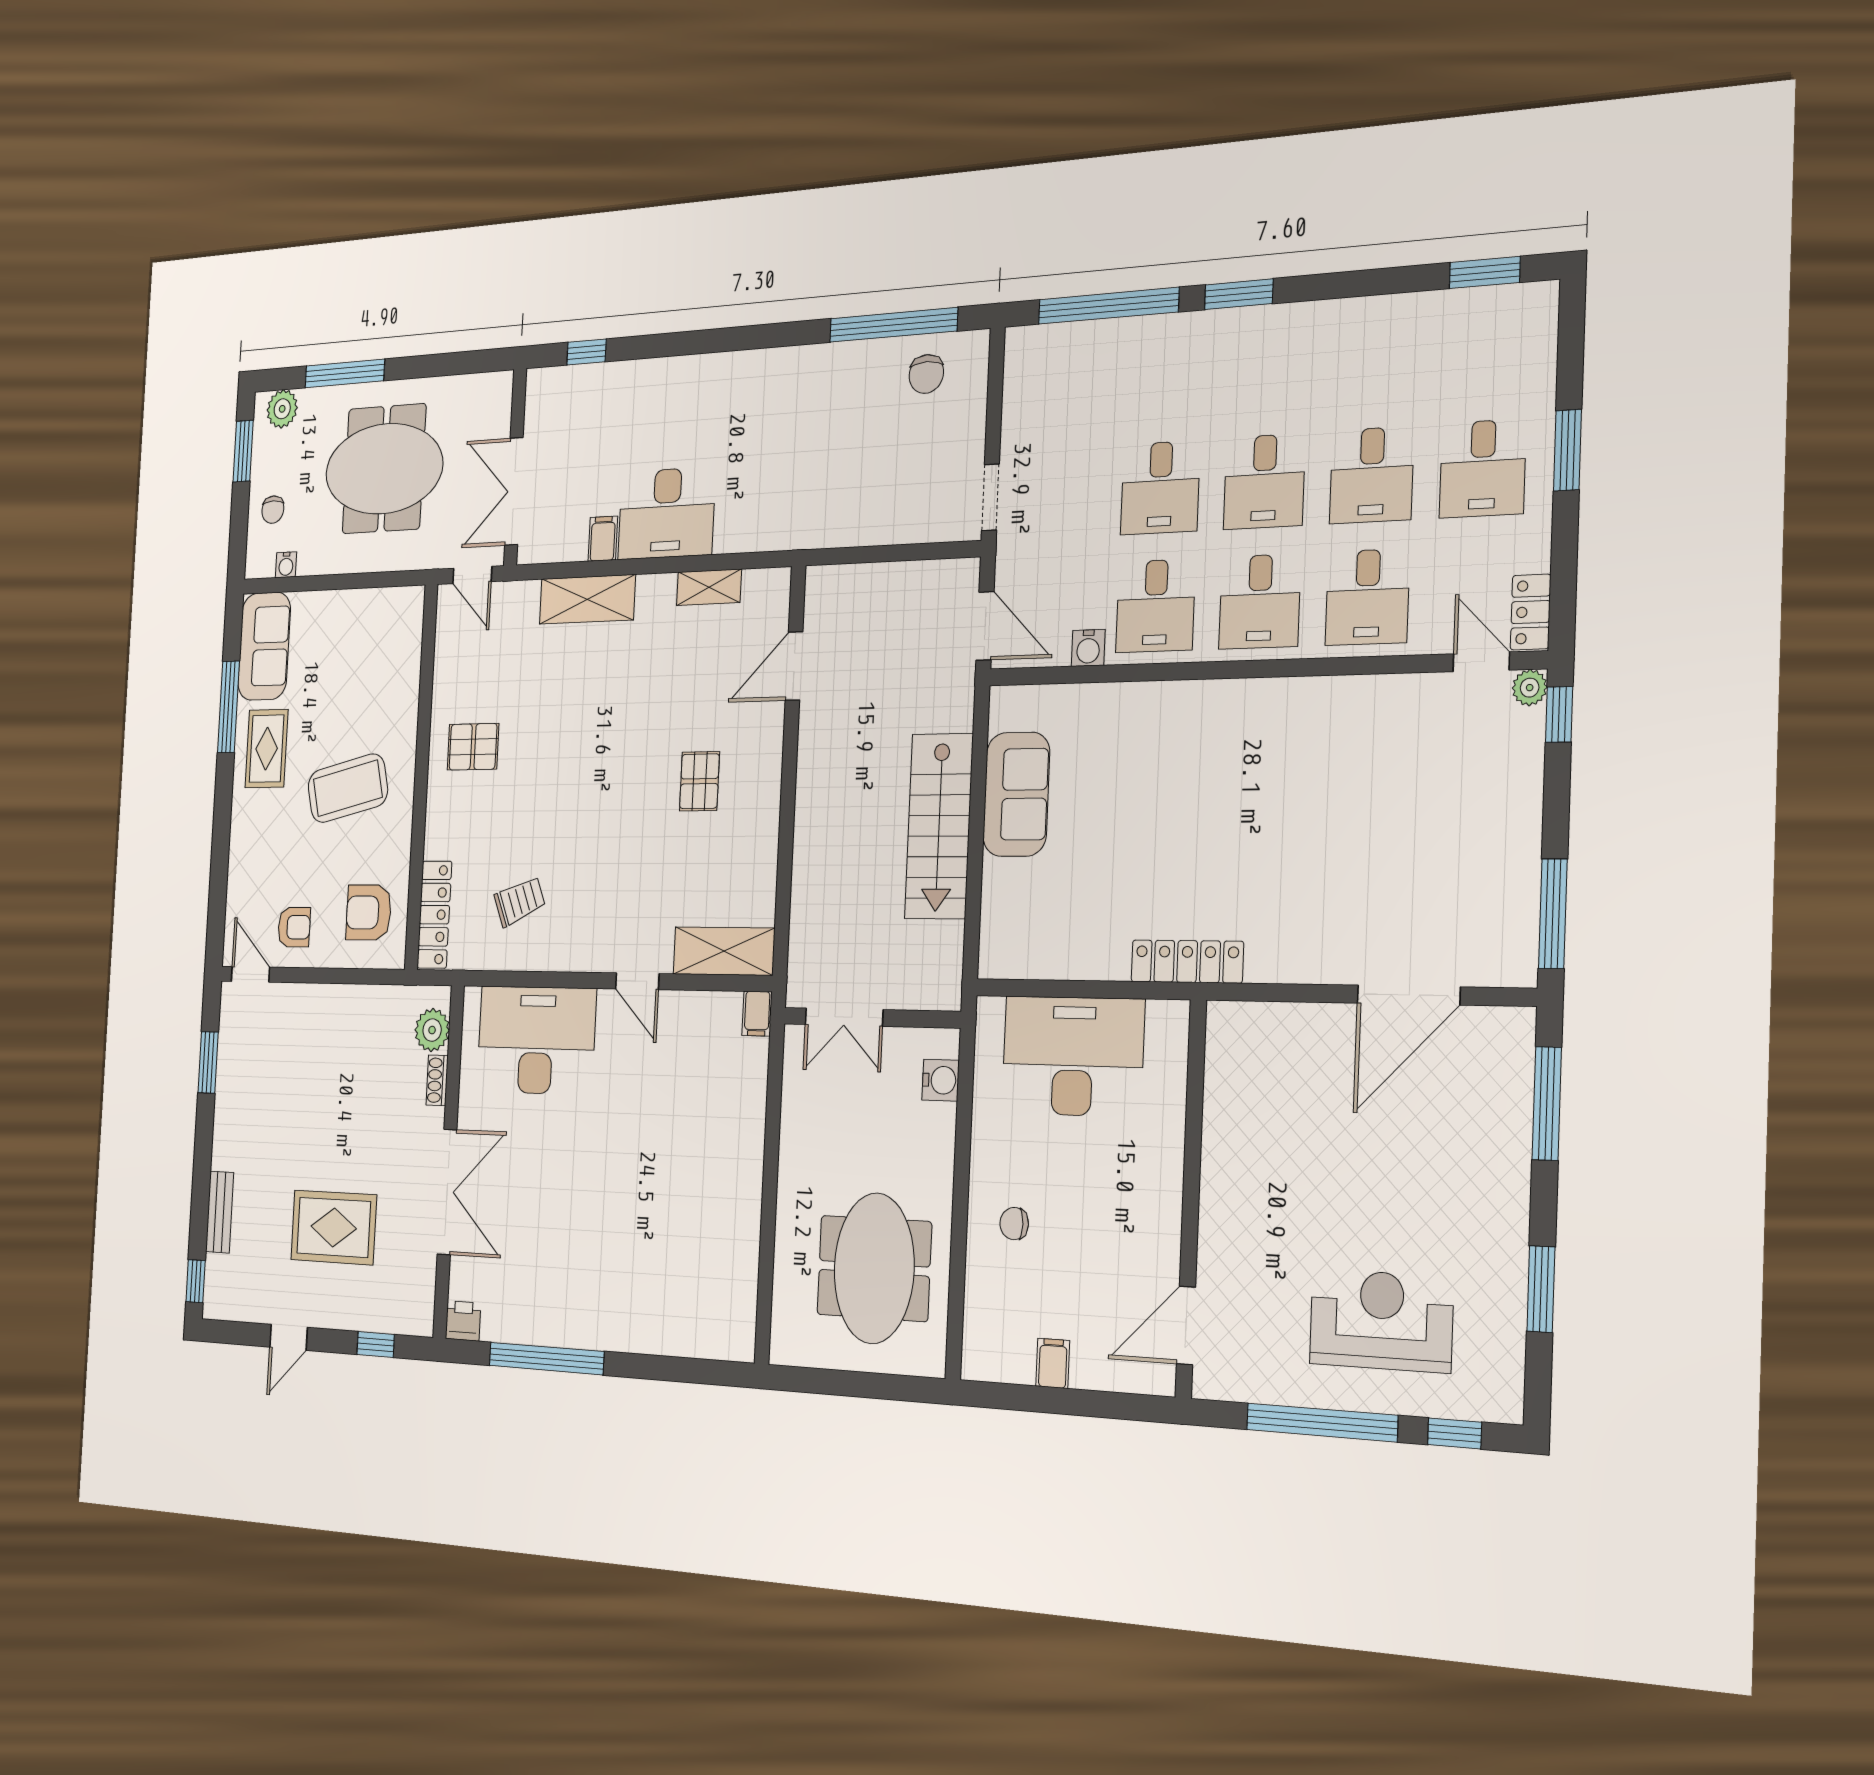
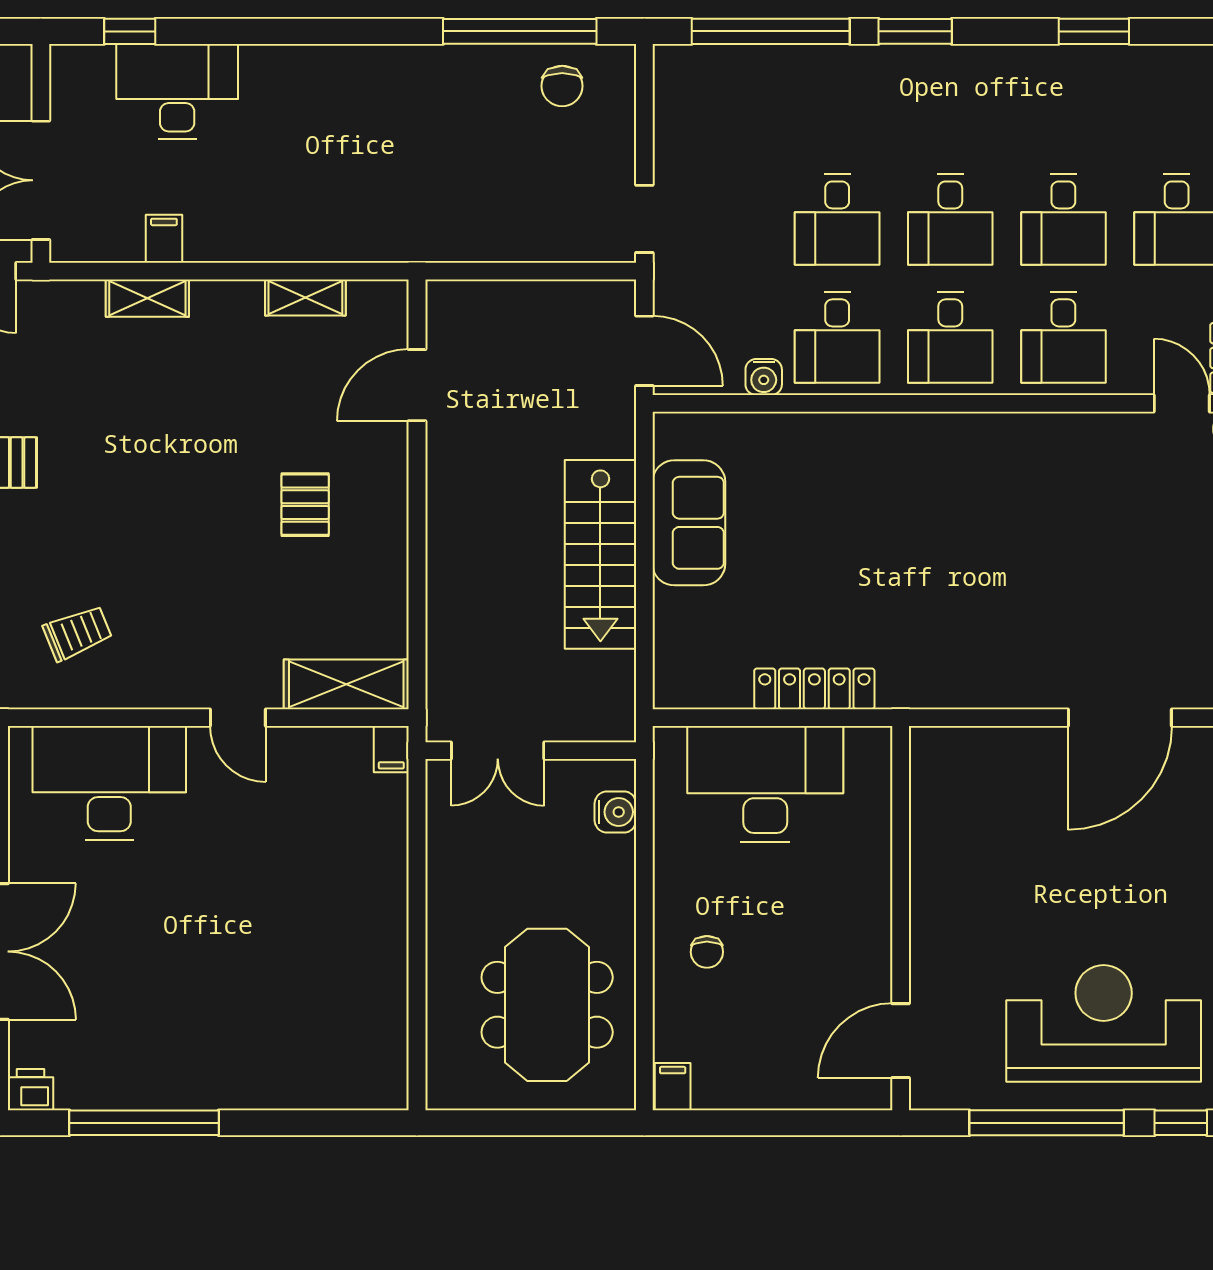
window: (1485, 272) -> (1094, 31), moved
desk: (667, 513) -> (177, 91), moved, turned 180
shelving: (587, 599) -> (147, 298), width x0.67, depth x0.75
locker: (1187, 962) -> (814, 689), moved
chair: (1014, 1224) -> (707, 952), turned -90
reception desk: (1381, 1320) -> (1104, 1023), width x1.36, depth x1.30
filing cabinet: (1053, 1363) -> (673, 1087), moved

